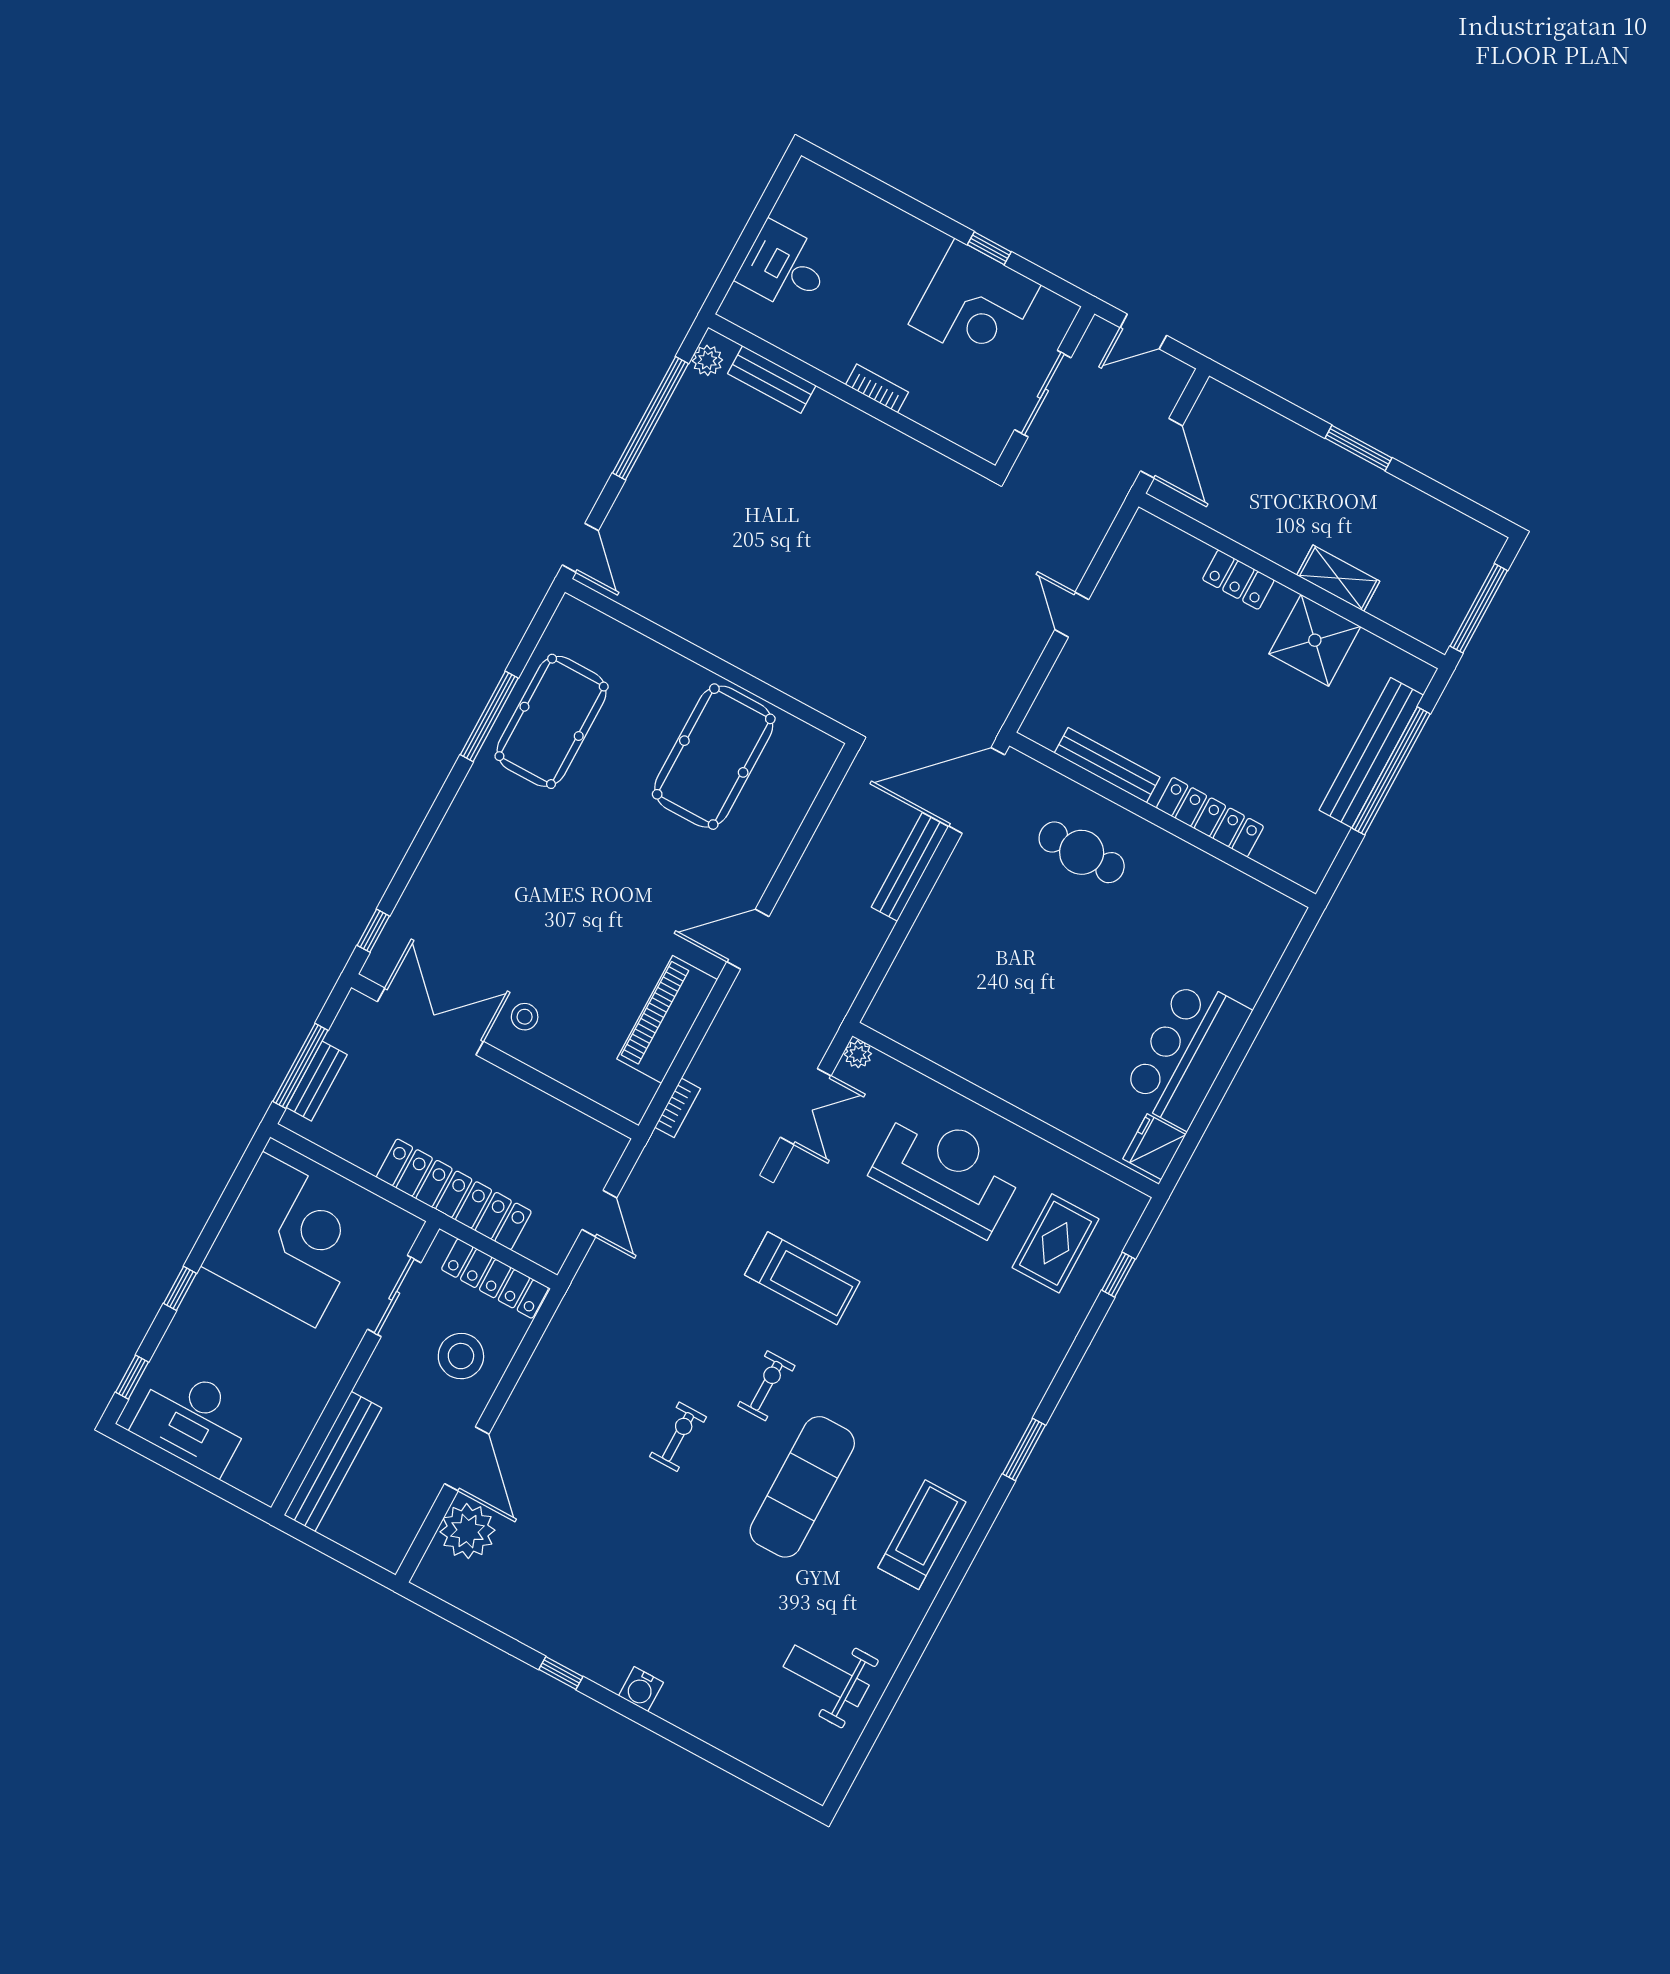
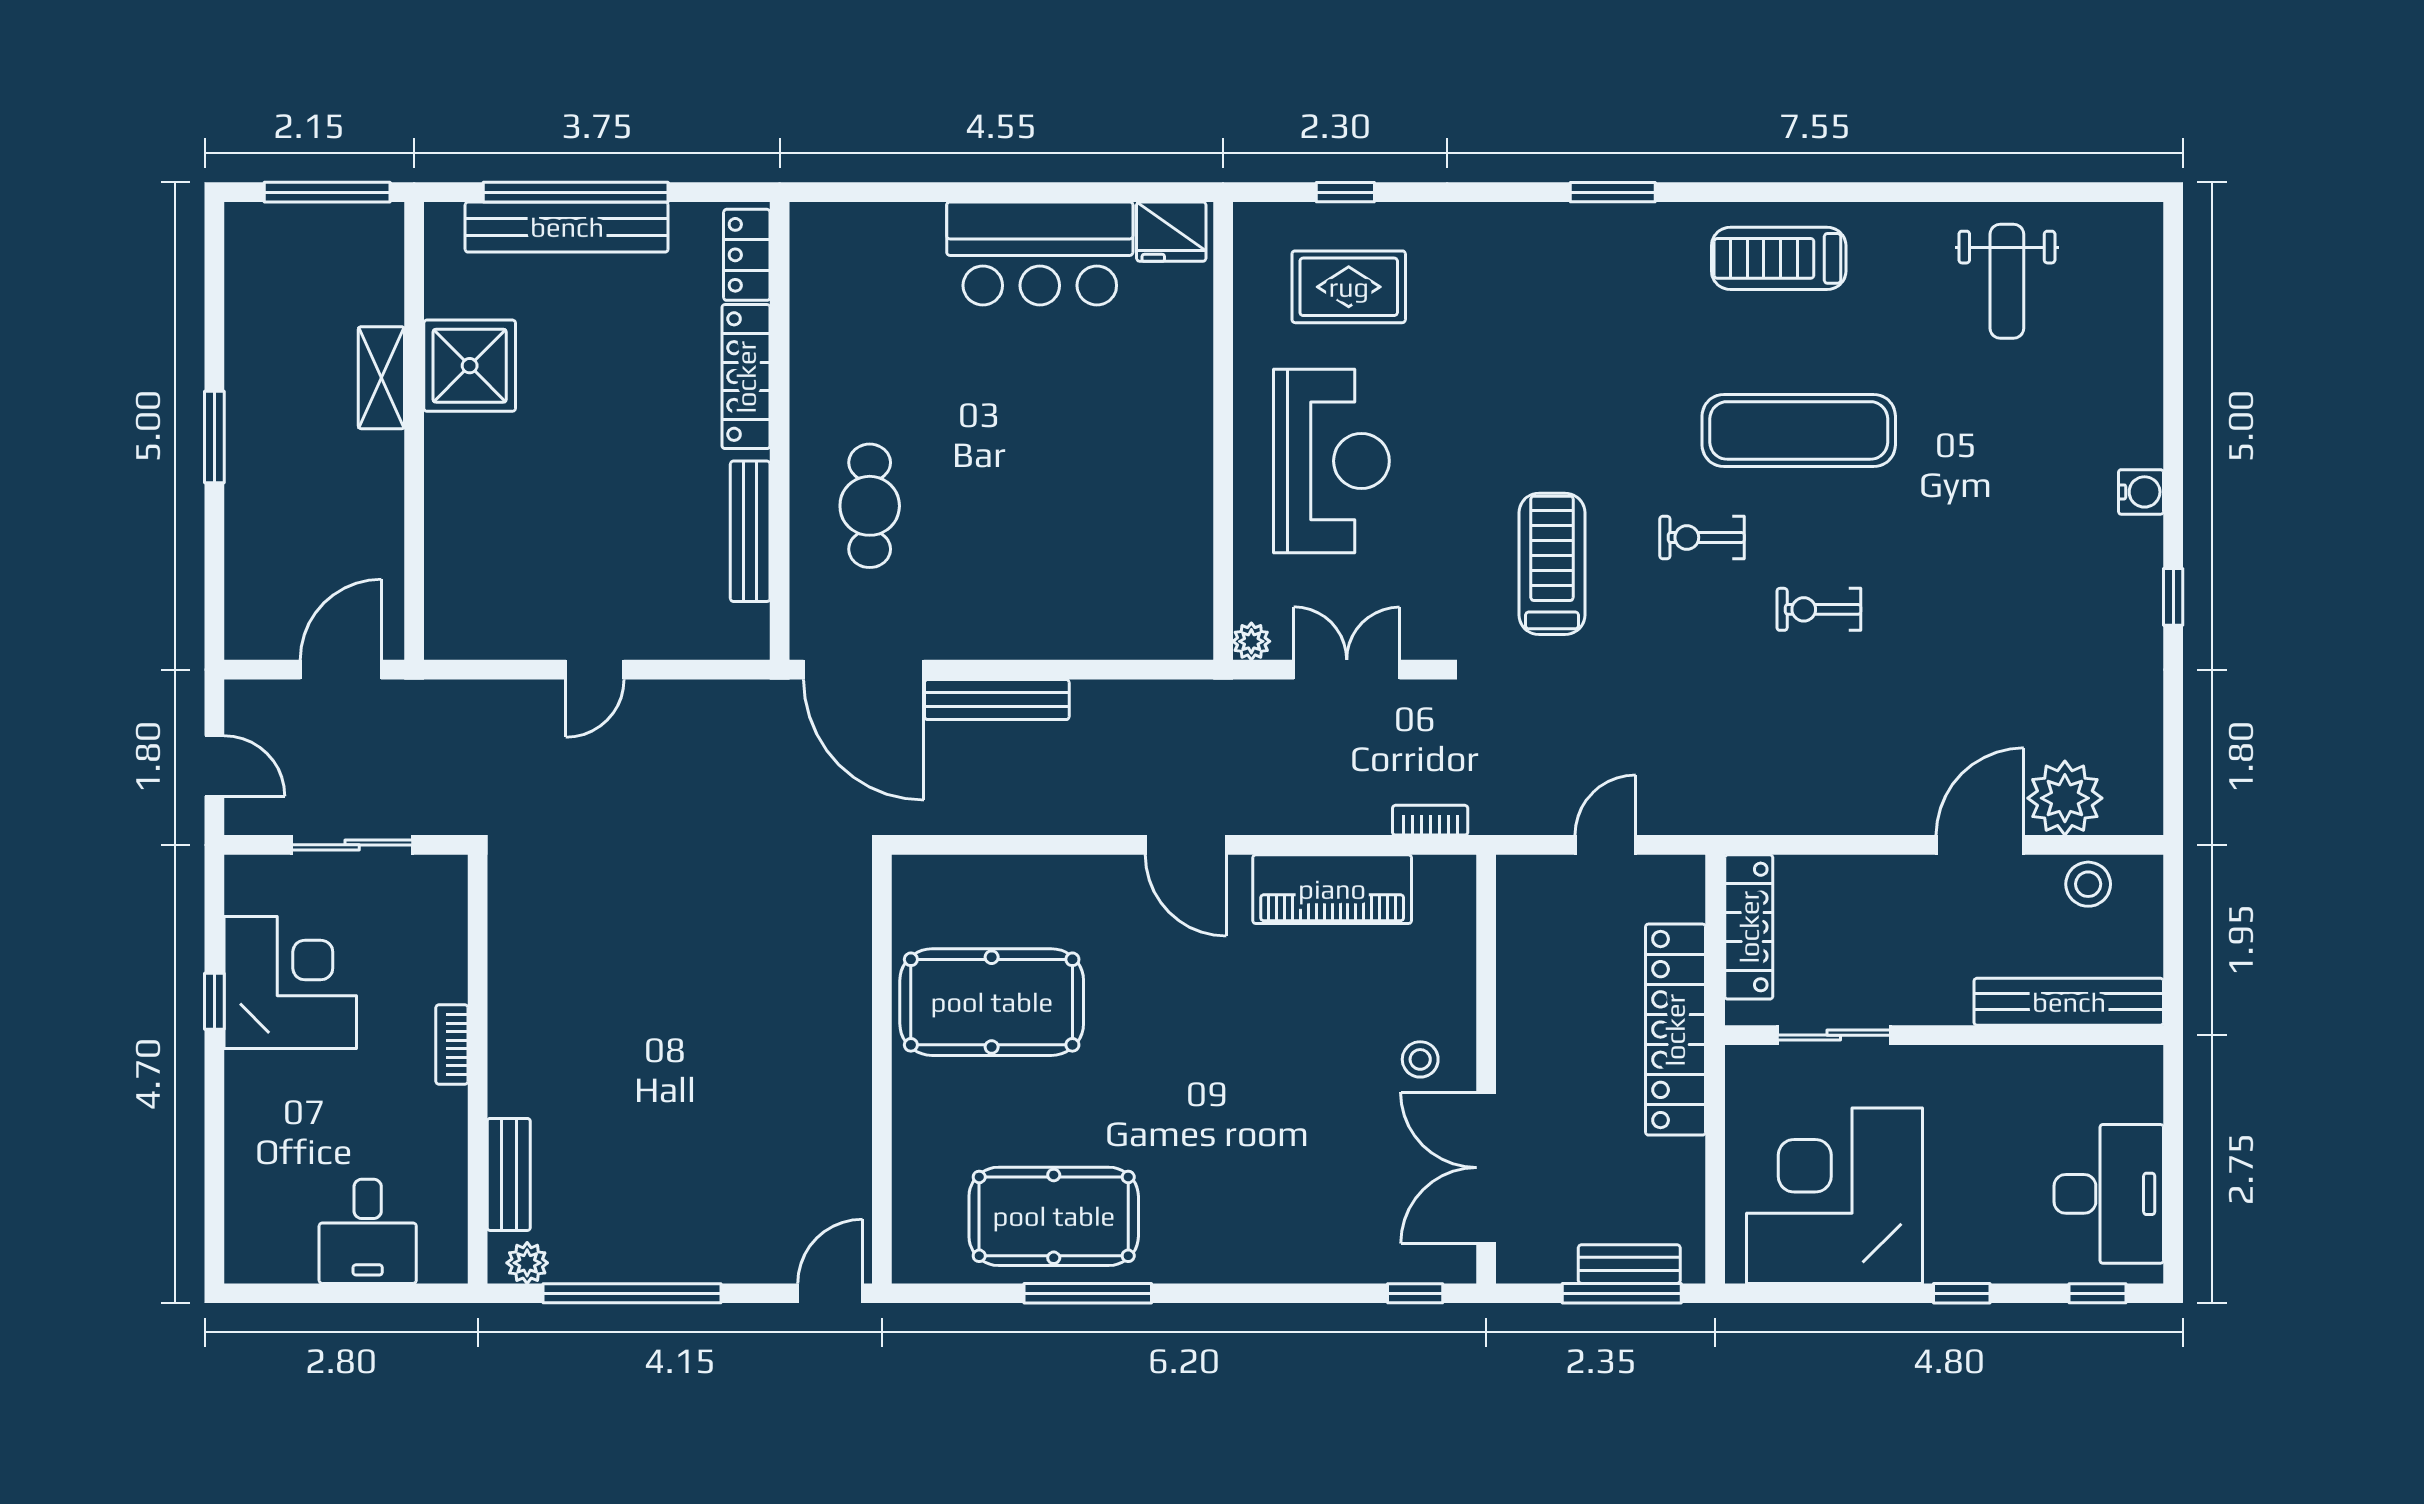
locker: (1238, 580) -> (747, 255), moved, turned 180
reception desk: (948, 1170) -> (1331, 461), turned 180
stool: (461, 1356) -> (2088, 884), moved, width x0.73, depth x0.73

